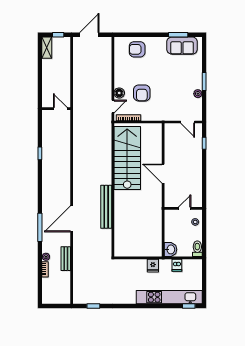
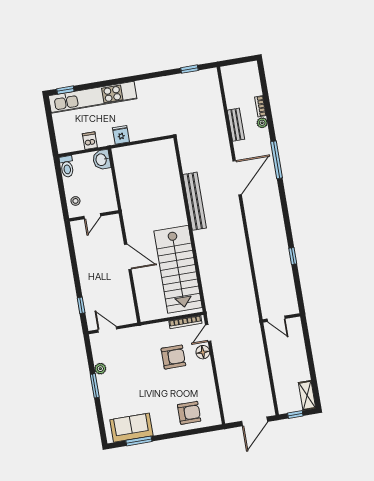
armchair: (142, 93) -> (173, 357), turned 90

